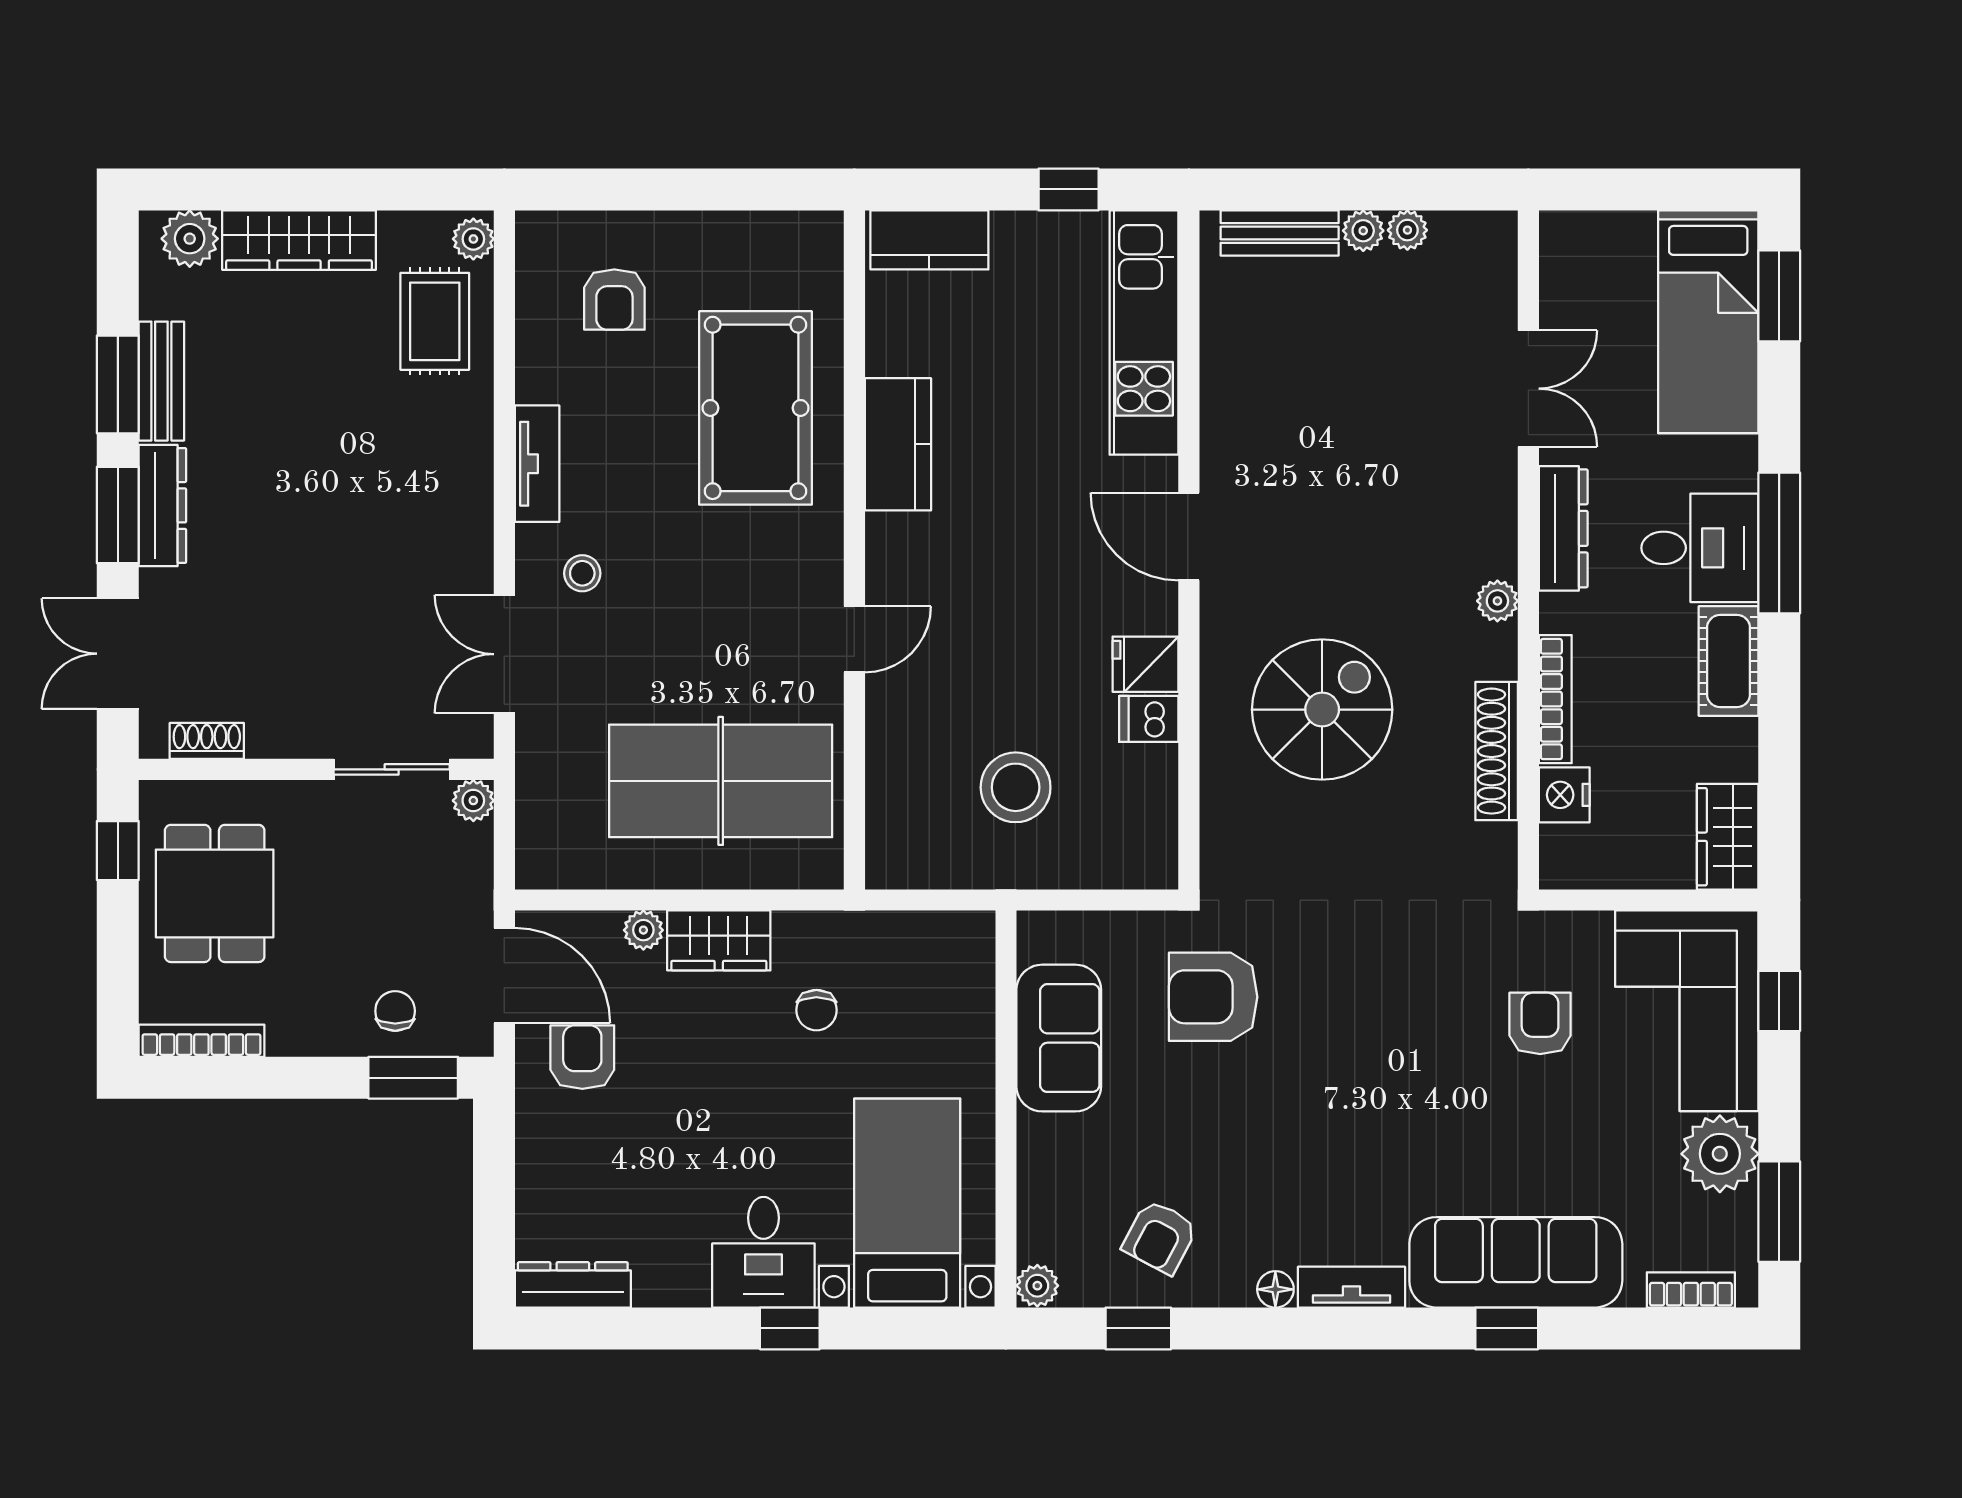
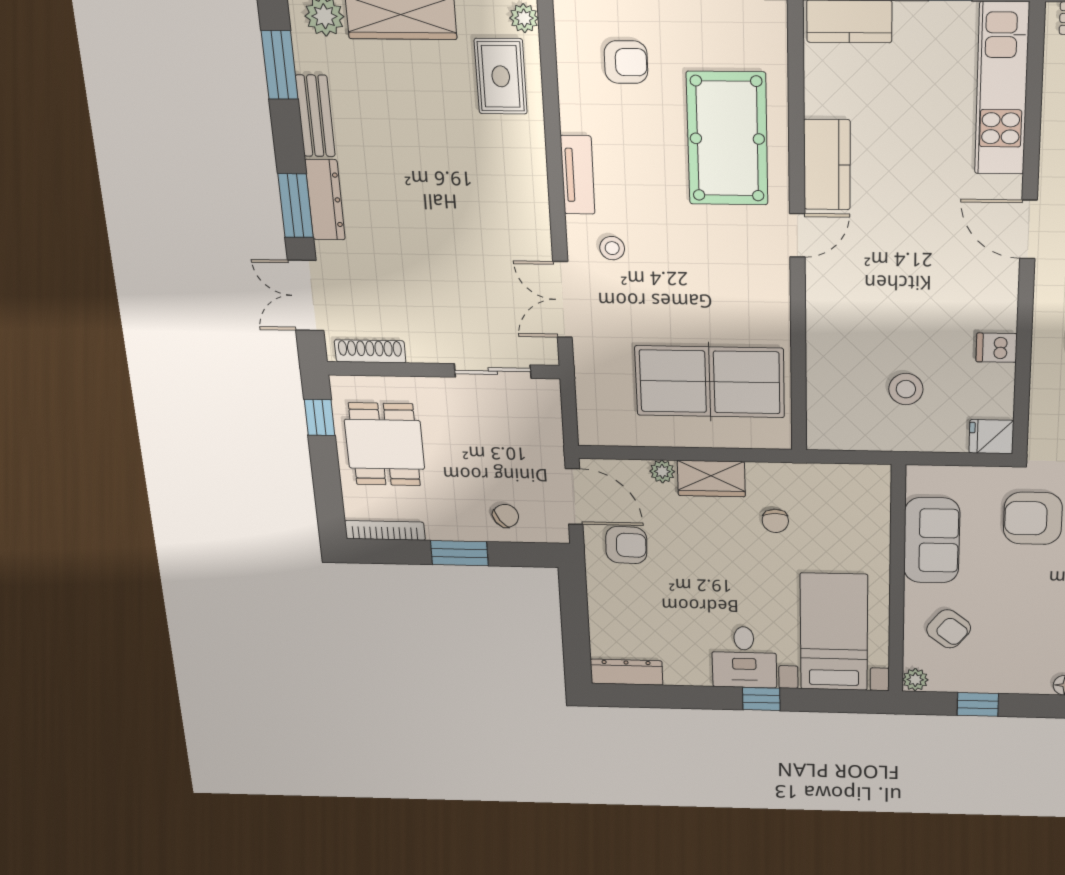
armchair: (614, 299) -> (626, 62), turned -90
window: (118, 384) -> (280, 65), moved
door: (854, 639) -> (797, 235), moved
fridge: (1145, 664) -> (991, 437), moved
shoe rack: (207, 741) -> (370, 351), width x1.43
stool: (1016, 787) -> (906, 389), width x0.73, depth x0.73
plant: (473, 801) -> (548, 391), removed
chair: (395, 1011) -> (506, 516), turned 54
armchair: (582, 1057) -> (626, 545), turned 92
window: (413, 1078) -> (459, 553), moved
armchair: (1160, 1237) -> (949, 629), moved, turned -80

